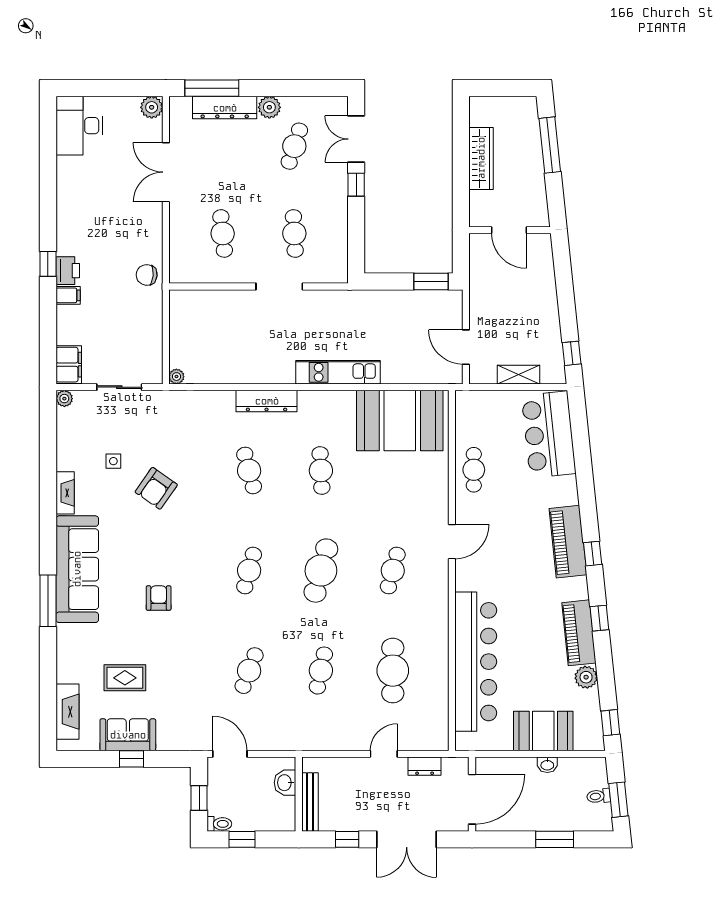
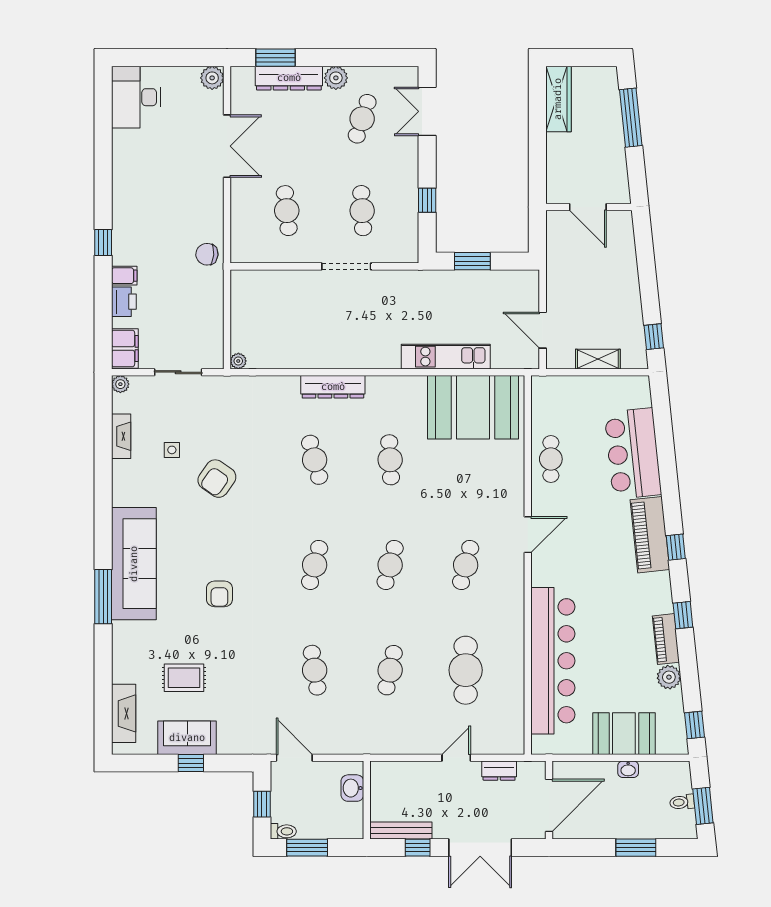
window: (212, 88) -> (275, 58), width x0.69
wardrobe: (481, 158) -> (558, 99), moved
double door: (166, 172) -> (227, 146), swing flipped
window: (356, 185) -> (427, 200), moved
printer: (68, 271) -> (124, 302), moved
window: (431, 281) -> (472, 261), moved
kitchen unit: (338, 372) -> (446, 357), moved
bar counter: (549, 434) -> (633, 454), moved
fireplace: (65, 493) -> (121, 436), moved
cafe table: (321, 571) -> (390, 565), width x0.73, depth x0.74
armchair: (159, 598) -> (219, 594), turned 180
piano: (579, 633) -> (666, 639), width x0.73, depth x0.75
cafe table: (249, 671) -> (315, 670), turned -30
bench: (310, 802) -> (401, 831), moved, turned 90
window: (242, 839) -> (307, 848), width x1.50

